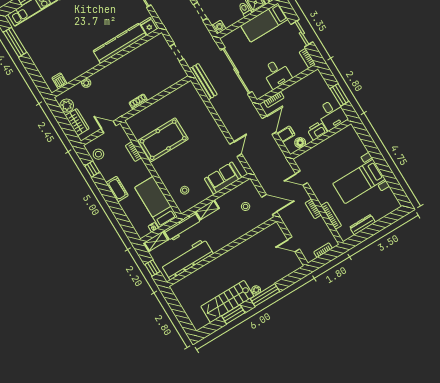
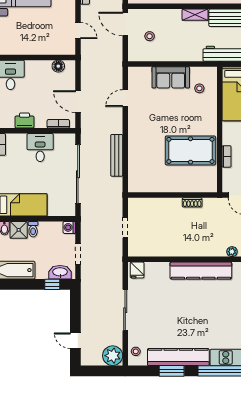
kitchen counter: (120, 43) -> (201, 271), moved
bench: (203, 82) -> (117, 155), moved
door: (269, 125) -> (78, 102), hinge flipped
printer: (317, 131) -> (24, 121), moved, turned 180
filing cabinet: (286, 134) -> (67, 83), removed
sofa: (223, 178) -> (171, 77), moved
shelving: (207, 210) -> (195, 15), moved

